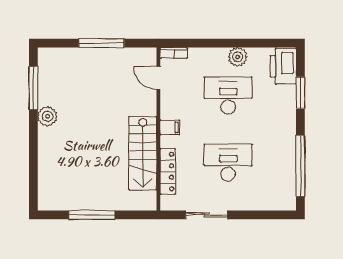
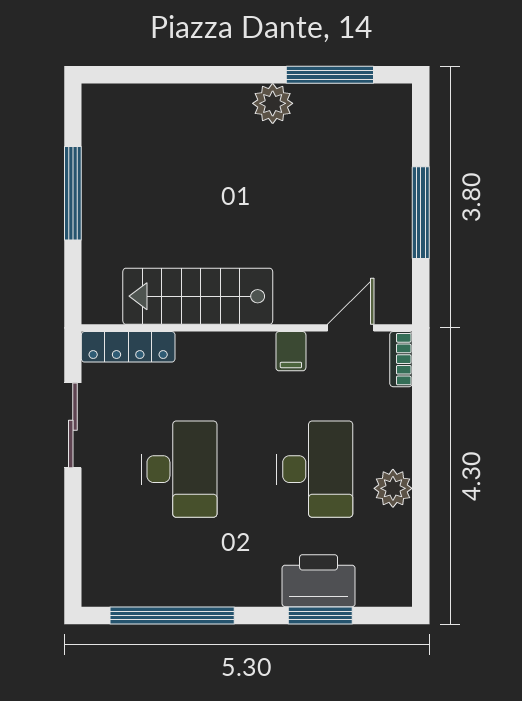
printer: (283, 66) -> (319, 581), moved
filing cabinet: (170, 127) -> (291, 351), moved
locker: (168, 171) -> (128, 347), moved

